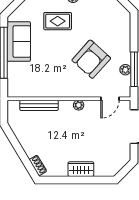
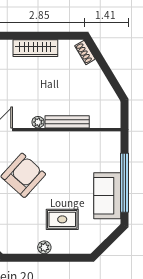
bench: (39, 105) -> (67, 122), moved
wardrobe: (81, 169) -> (35, 48), width x1.50

